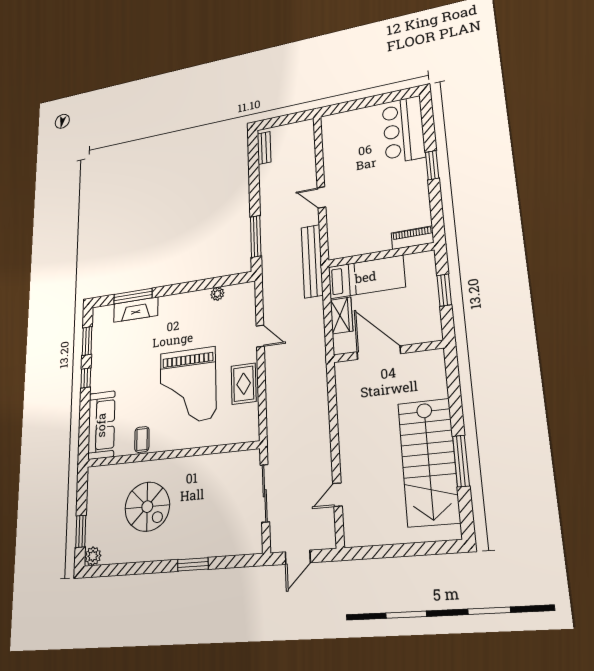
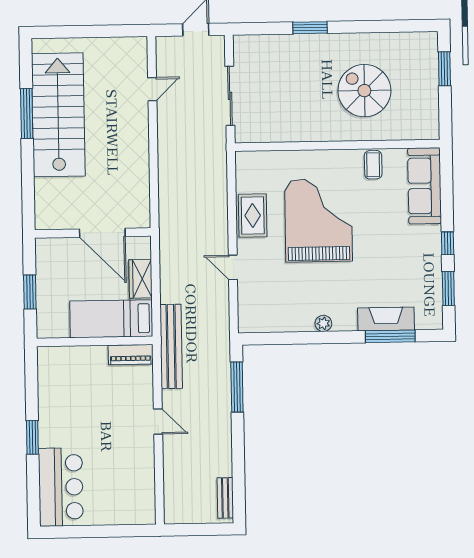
piano: (412, 238) -> (131, 355), moved
plant: (217, 294) -> (323, 323), moved
plant: (93, 556) -> (428, 42), removed

